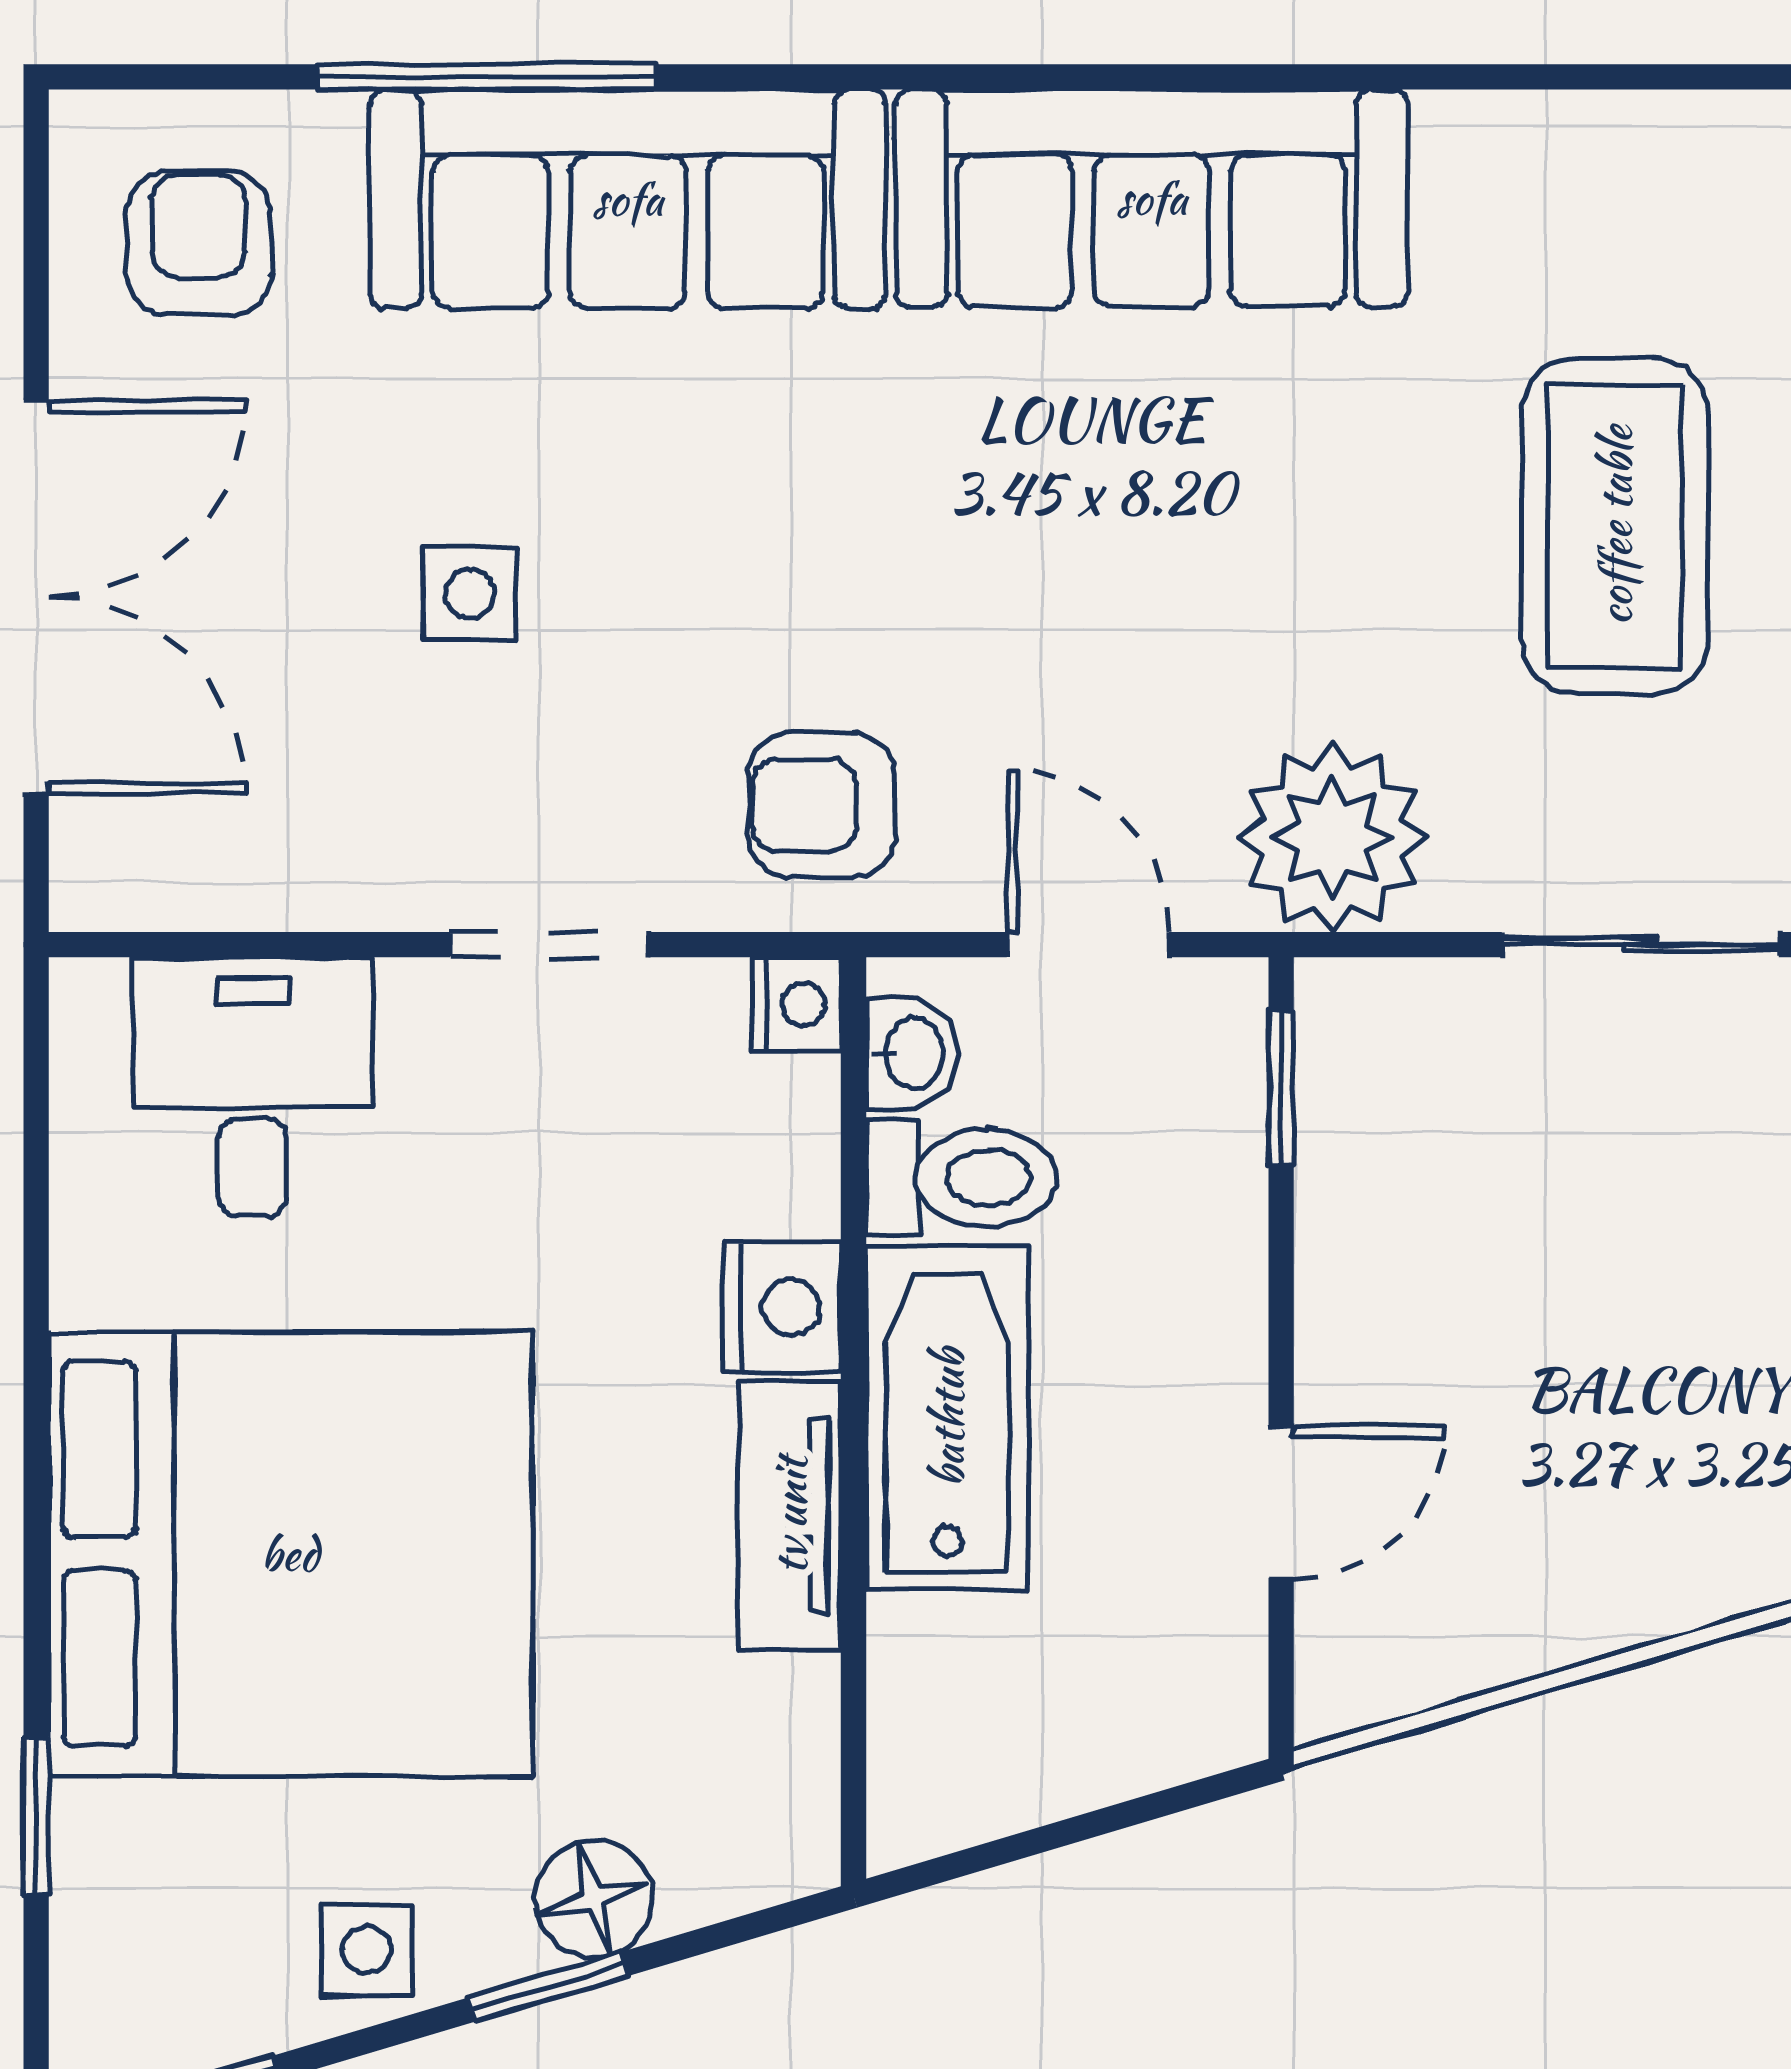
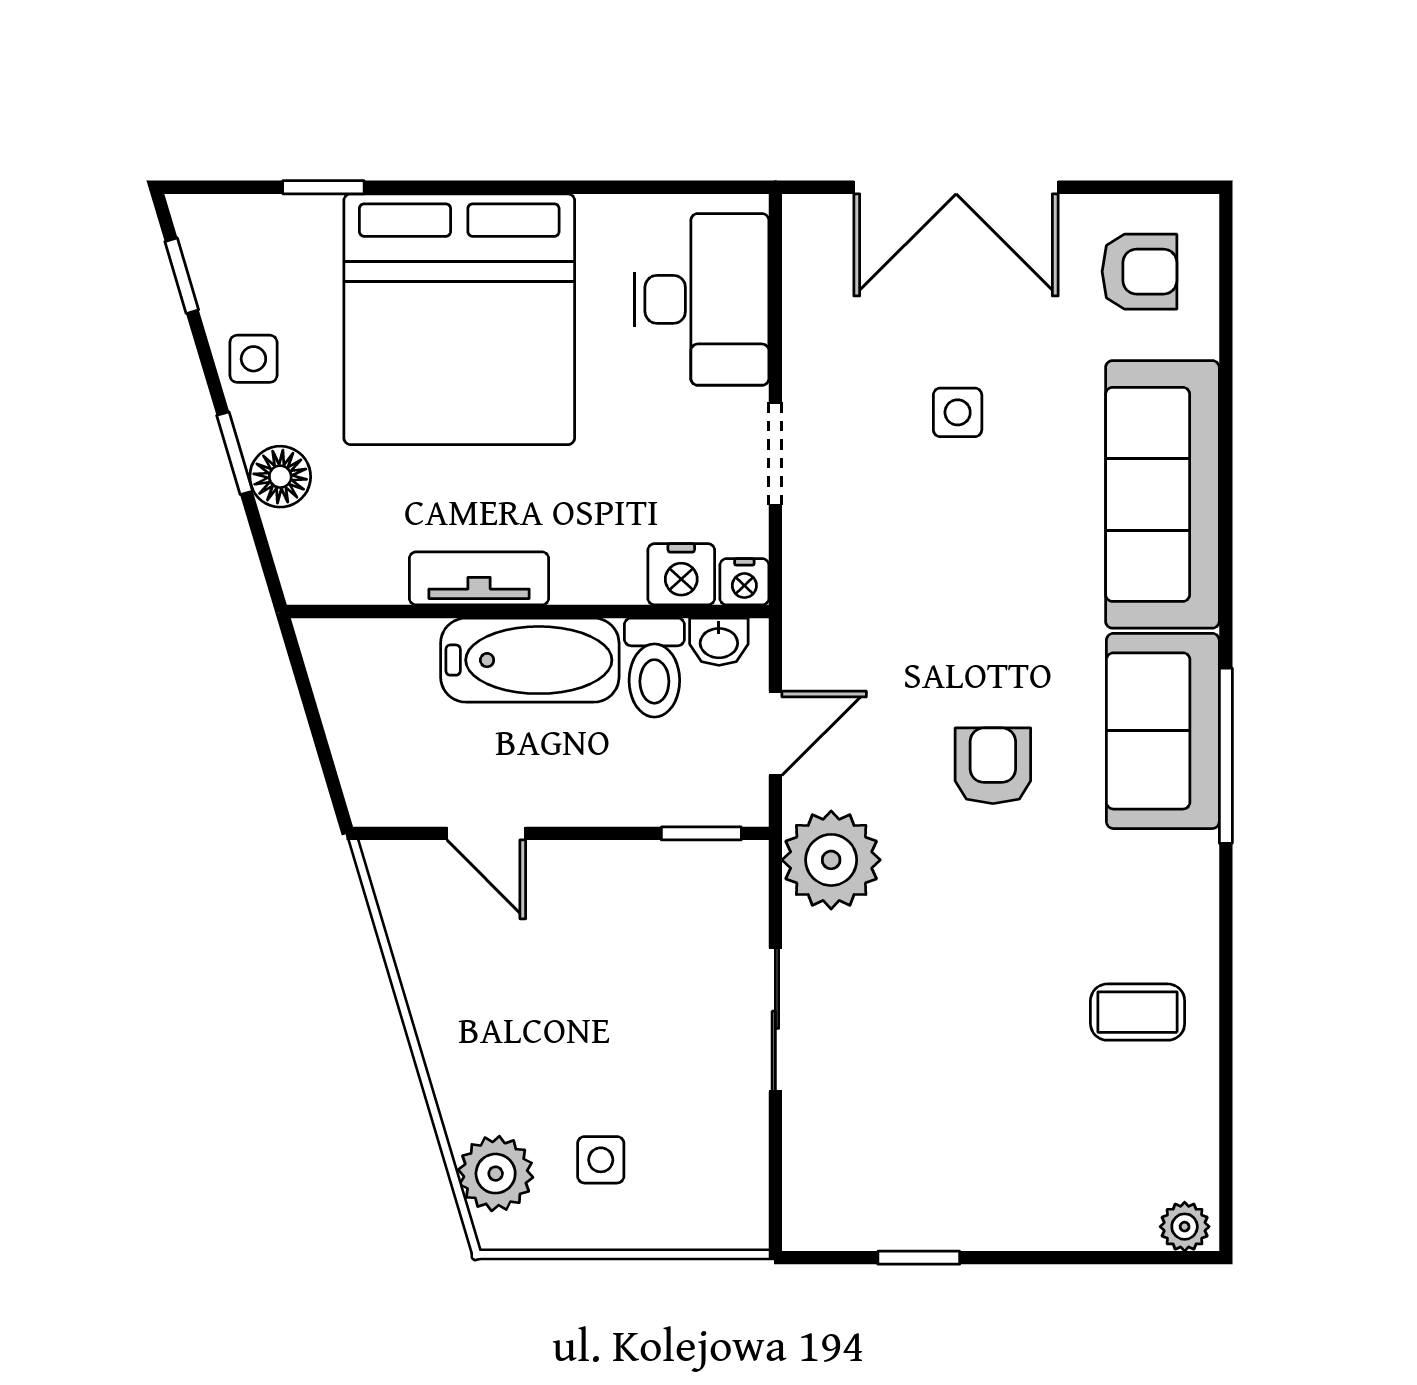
window: (487, 77) -> (1226, 756), moved
sofa: (1152, 198) -> (1163, 731), width x0.73
coffee table: (1615, 526) -> (1138, 1012), moved, width x0.54, depth x0.58
armchair: (822, 805) -> (993, 766), moved
desk: (252, 1087) -> (702, 299), width x1.37
nightstand: (782, 1307) -> (681, 574), moved

